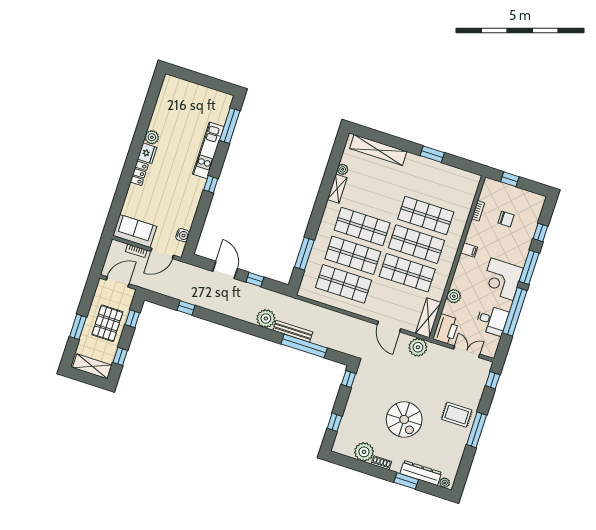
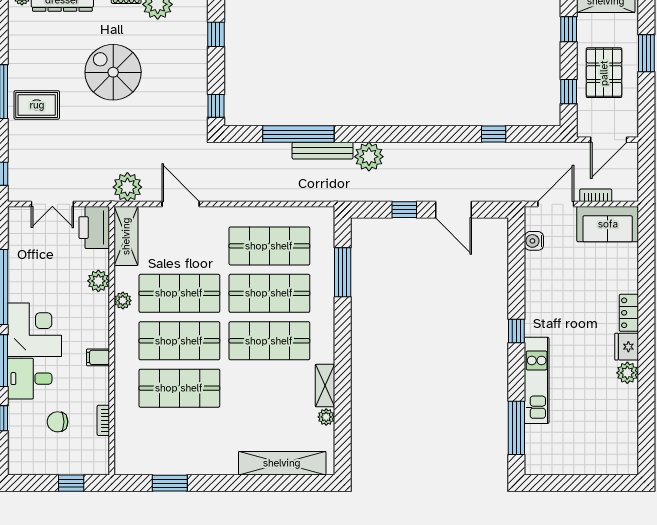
window: (432, 154) -> (170, 483), moved
plant: (443, 280) -> (123, 301), added
desk: (492, 320) -> (30, 379), moved

